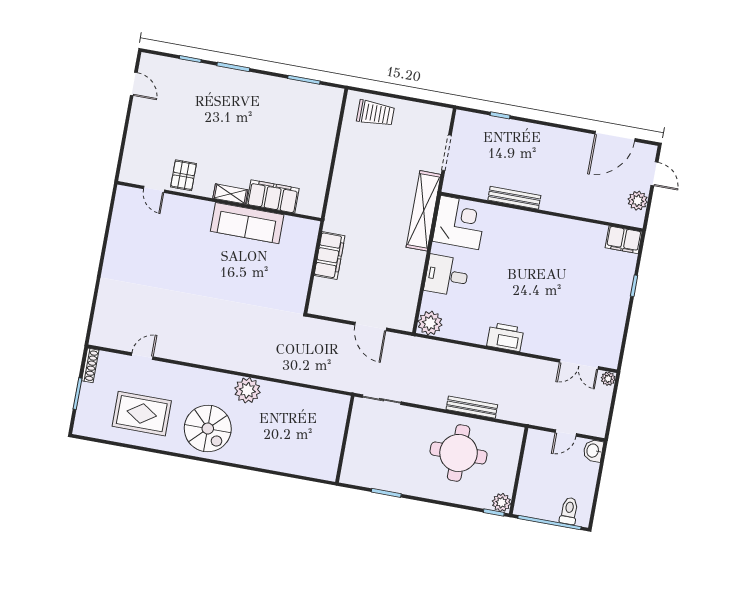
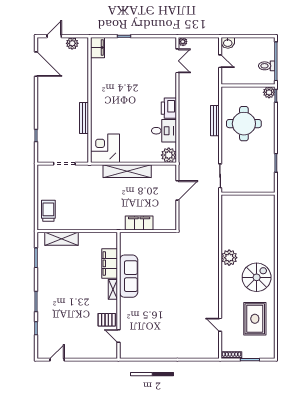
shelving: (327, 126) -> (62, 239), added
door: (154, 189) -> (118, 336), swing flipped
shelving: (424, 211) -> (127, 171), moved
desk: (447, 275) -> (164, 131), moved, turned -90
toilet: (569, 511) -> (267, 66), moved

